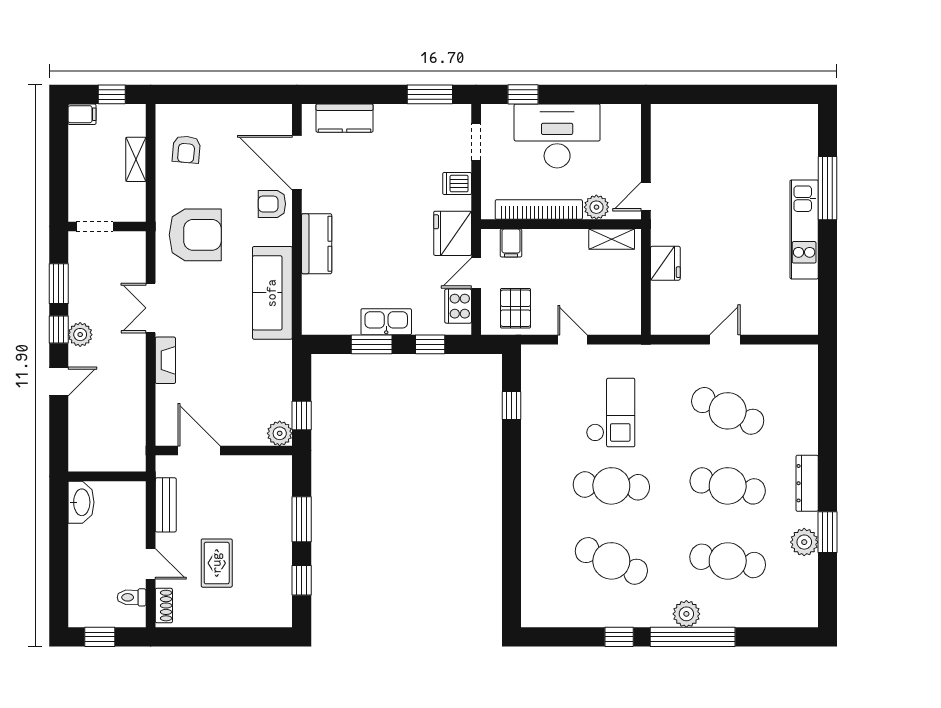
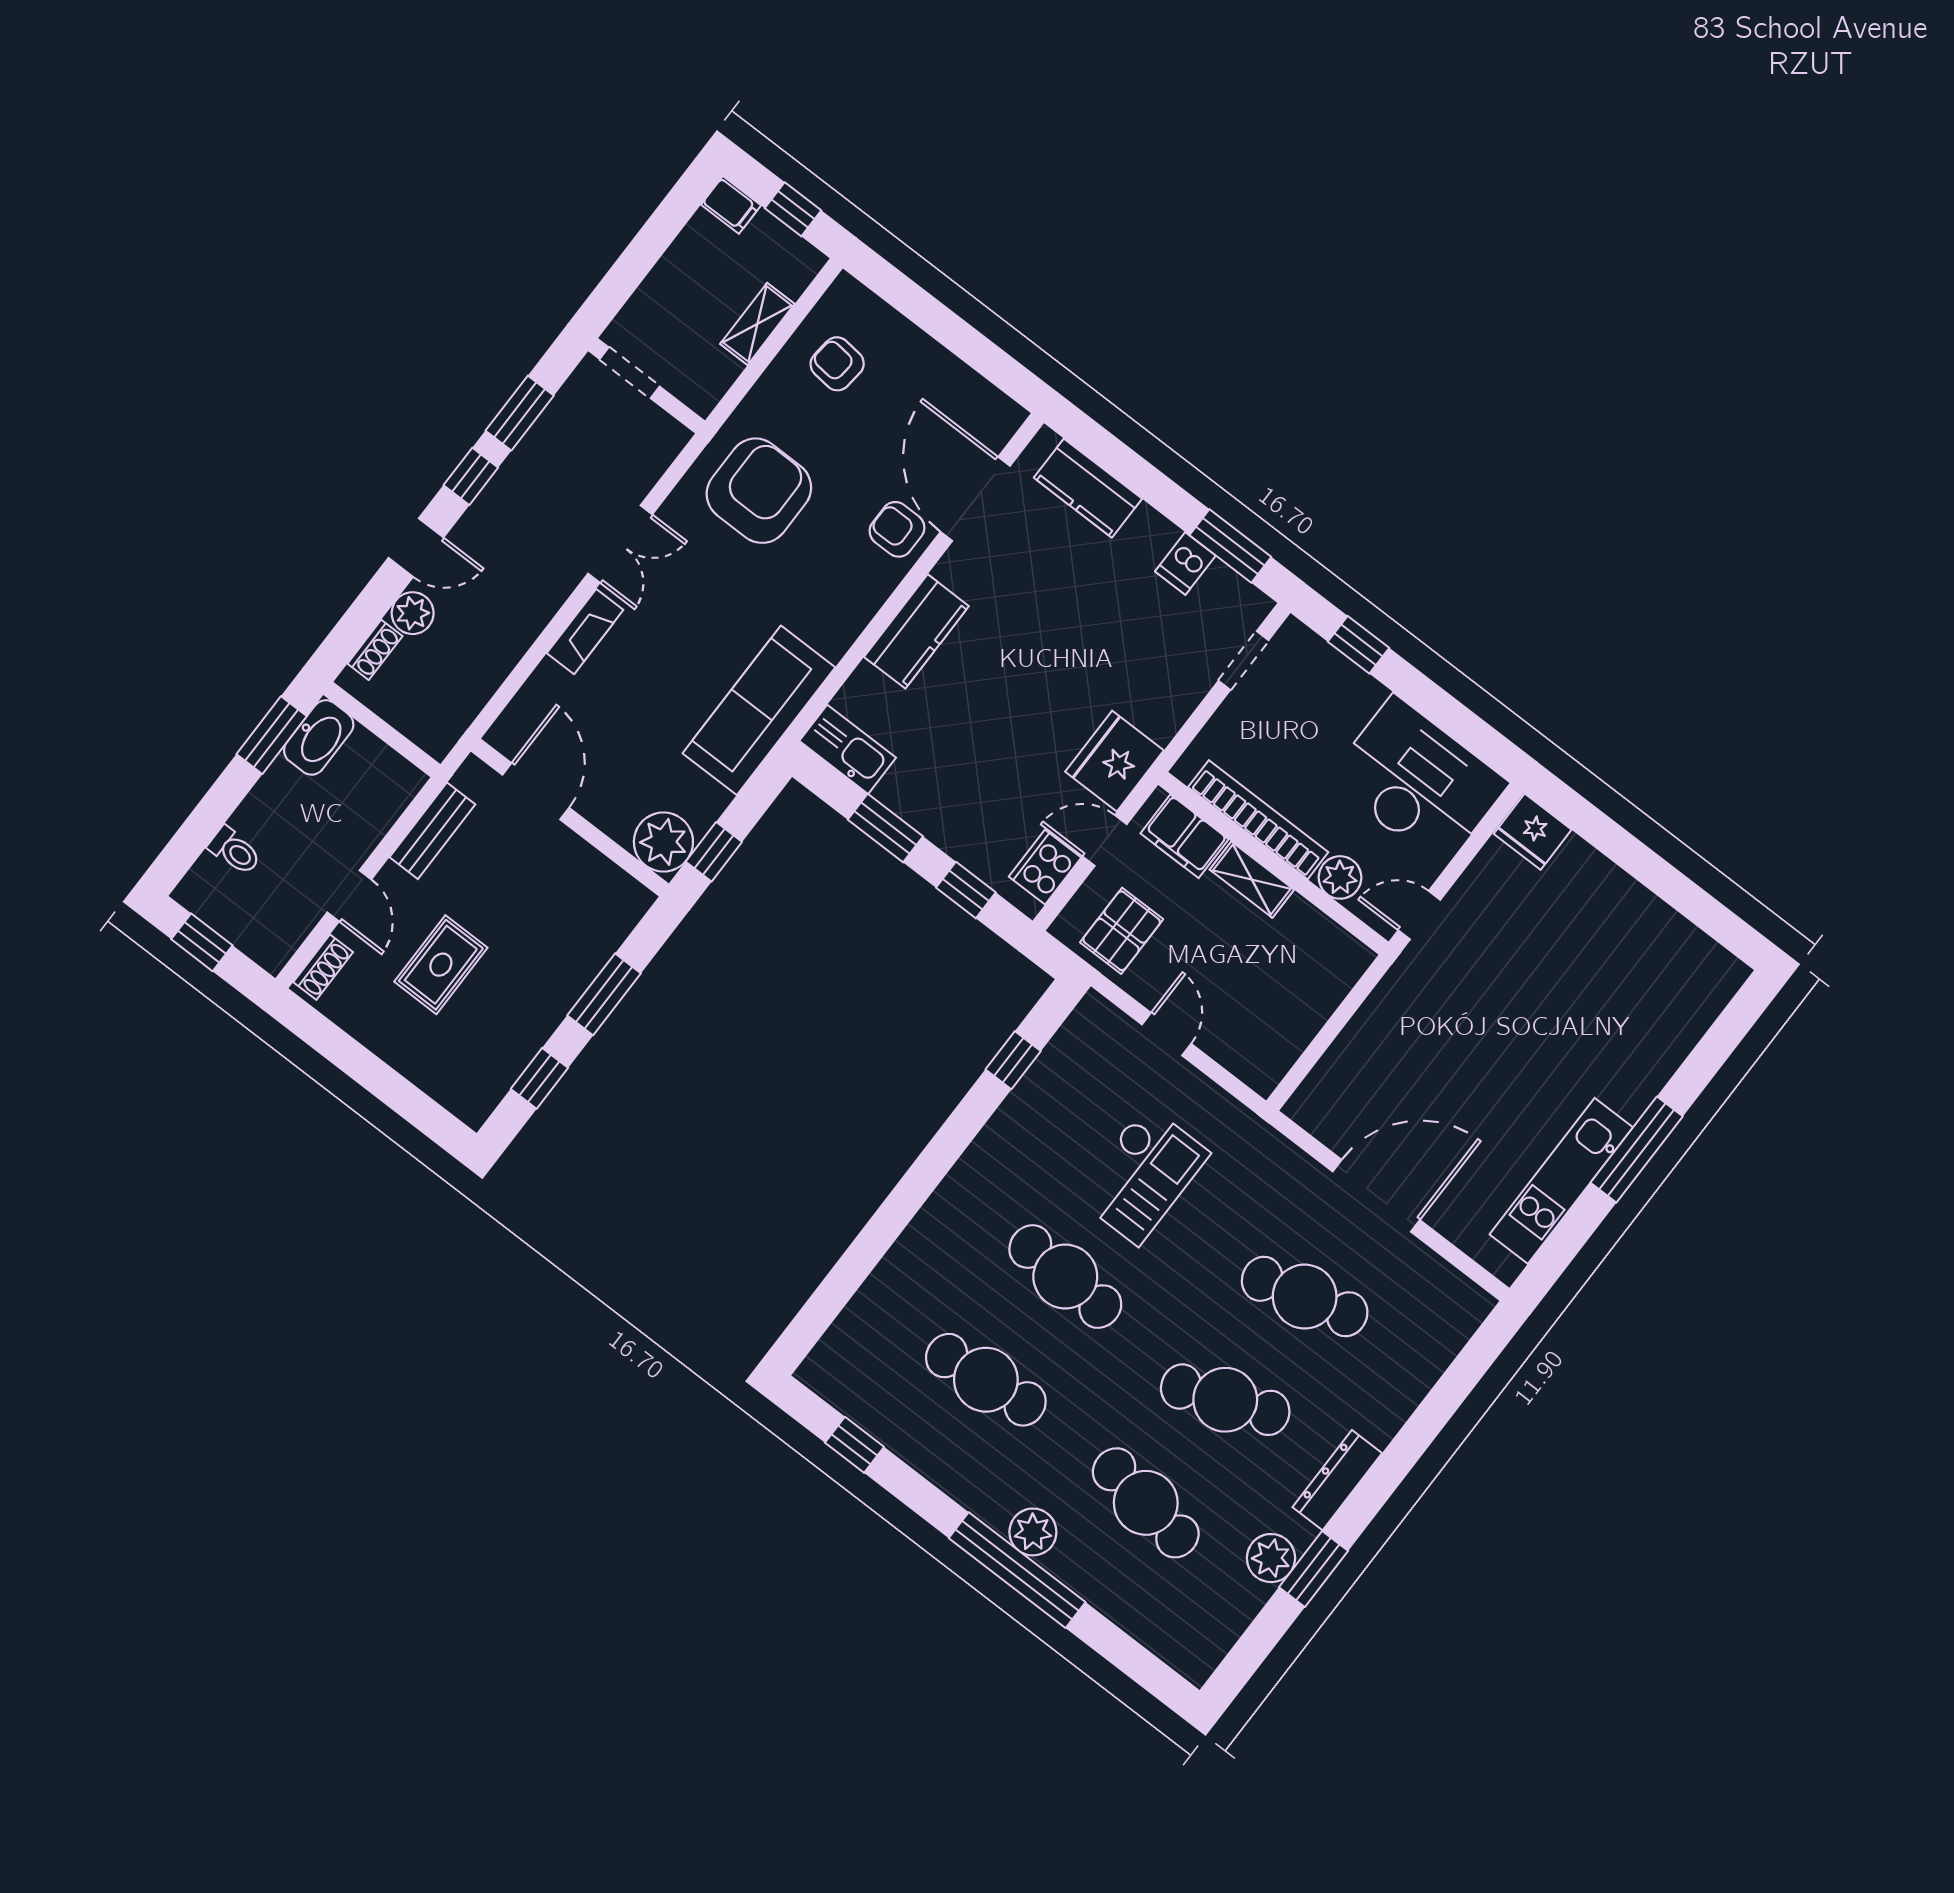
desk: (557, 136) -> (1418, 782), moved
armchair: (186, 149) -> (837, 364), turned 91
dishwasher: (457, 184) -> (1185, 563), moved, turned -90
window: (828, 188) -> (1637, 1150), moved
kitchen unit: (804, 229) -> (1561, 1181), moved
armchair: (195, 235) -> (759, 491), turned -90
shelving: (612, 239) -> (1252, 880), moved
filing cabinet: (511, 243) -> (1185, 836), width x2.00
fridge: (665, 263) -> (1533, 832), moved, turned 90
sofa: (272, 293) -> (759, 710), moved
double door: (151, 308) -> (620, 544), swing flipped
kitchen sink: (386, 322) -> (848, 749), moved
plant: (80, 335) -> (413, 613), moved
door: (725, 340) -> (1376, 1196), width x1.87
cafe table: (728, 411) -> (1305, 1297), turned -39
plant: (280, 433) -> (663, 842), width x1.36, depth x1.36
shoe rack: (76, 442) -> (375, 650), added
cafe table: (728, 486) -> (1225, 1400), turned -33
window: (59, 518) -> (272, 735), added
cafe table: (611, 561) -> (986, 1380), turned -30
toilet: (132, 597) -> (235, 851), moved, turned 180
window: (619, 637) -> (854, 1445), moved

